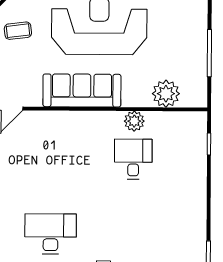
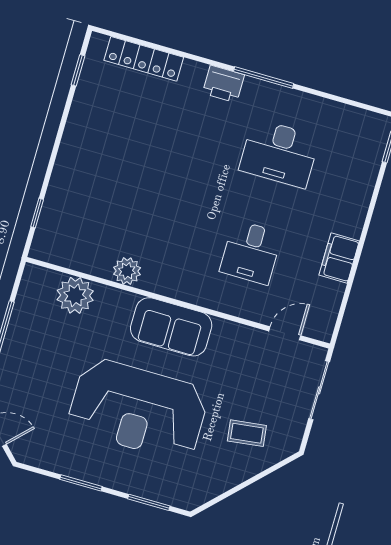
sofa: (82, 90) -> (171, 327), width x0.73
desk: (133, 159) -> (251, 252), moved

